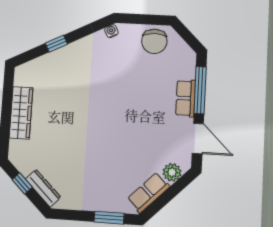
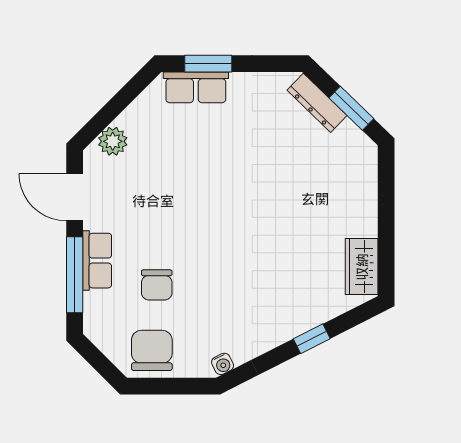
chair: (149, 81) -> (157, 285), added
wardrobe: (21, 113) -> (362, 267), moved, width x0.67
window: (22, 183) -> (351, 108), width x1.50
row of seats: (148, 193) -> (196, 87), moved, turned 45

